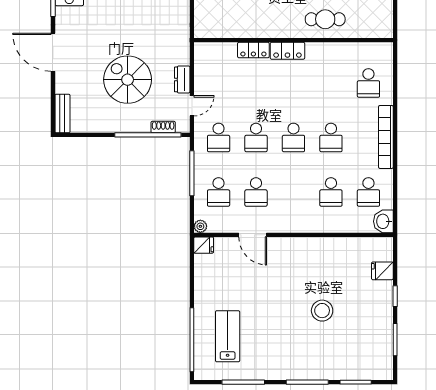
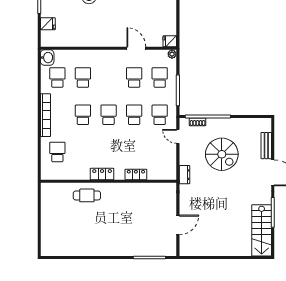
locker: (287, 51) -> (102, 174), moved
dresser: (182, 79) -> (184, 175), moved
door: (192, 106) -> (178, 136), hinge flipped
bench: (62, 113) -> (266, 146), moved

